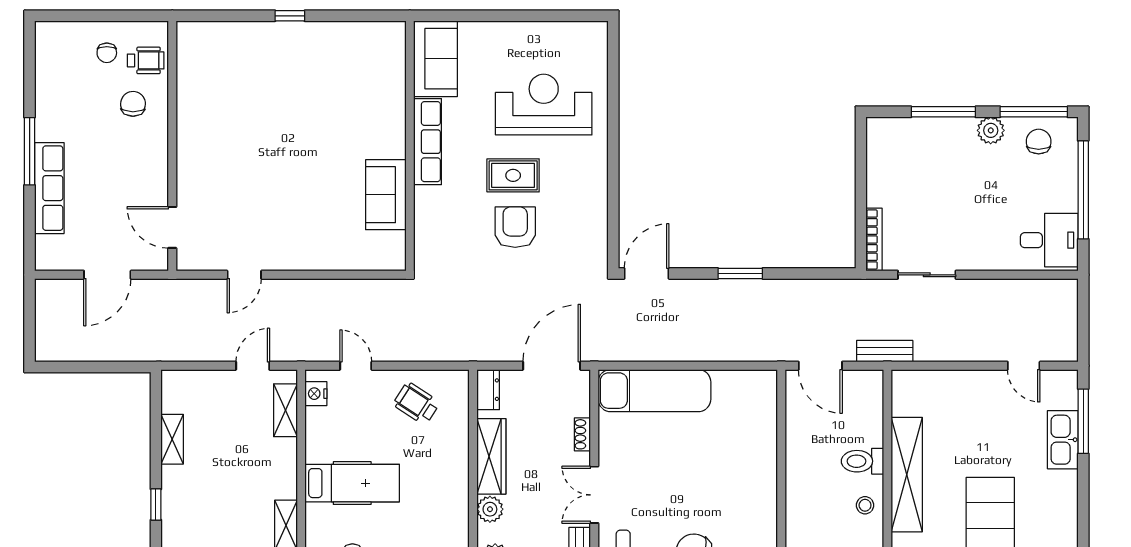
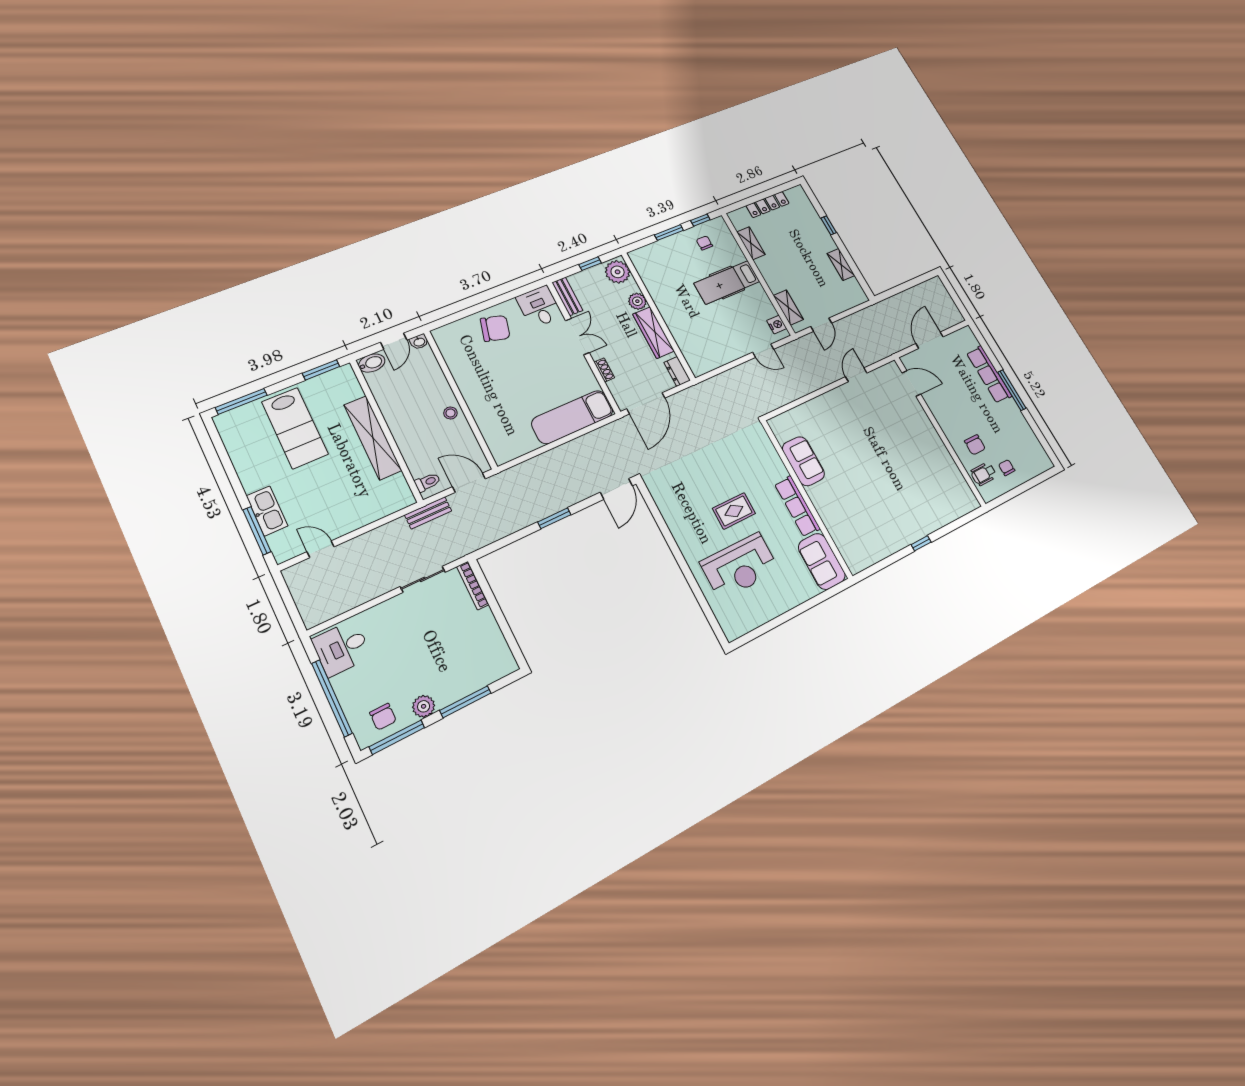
armchair: (515, 227) -> (715, 479), removed
wheelchair: (416, 403) -> (715, 344), removed
toilet: (862, 461) -> (428, 482), moved, width x0.73, depth x0.72
stool: (865, 505) -> (450, 413), moved

